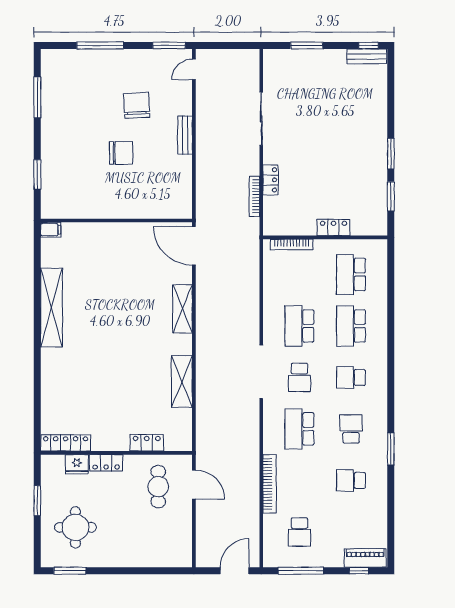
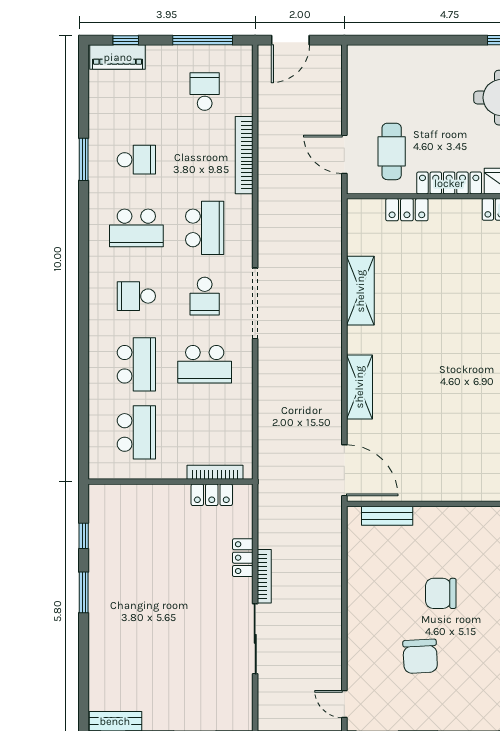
door: (194, 69) -> (344, 704), swing flipped
bench: (185, 135) -> (387, 516), moved, turned 90
bookcase: (254, 196) -> (264, 576), moved
window: (391, 196) -> (84, 536), width x0.67
locker: (334, 227) -> (212, 495), moved
school desk: (299, 326) -> (205, 364), turned 90
school desk: (299, 377) -> (205, 296), turned 180
school desk: (351, 377) -> (136, 296), turned 180
school desk: (351, 429) -> (136, 228), width x1.85
window: (391, 449) -> (84, 159), moved
locker: (106, 463) -> (449, 183), width x1.53

